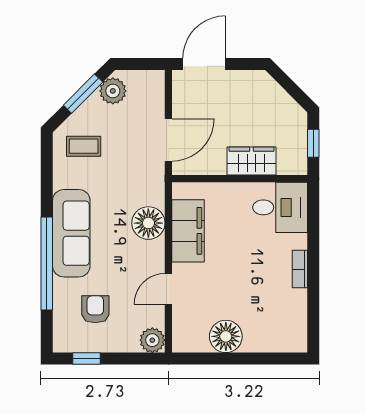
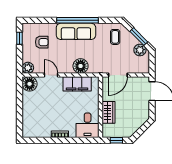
door: (168, 140) -> (118, 75), hinge flipped
window: (47, 264) -> (77, 20), moved
floor lamp: (226, 336) -> (30, 84), moved

